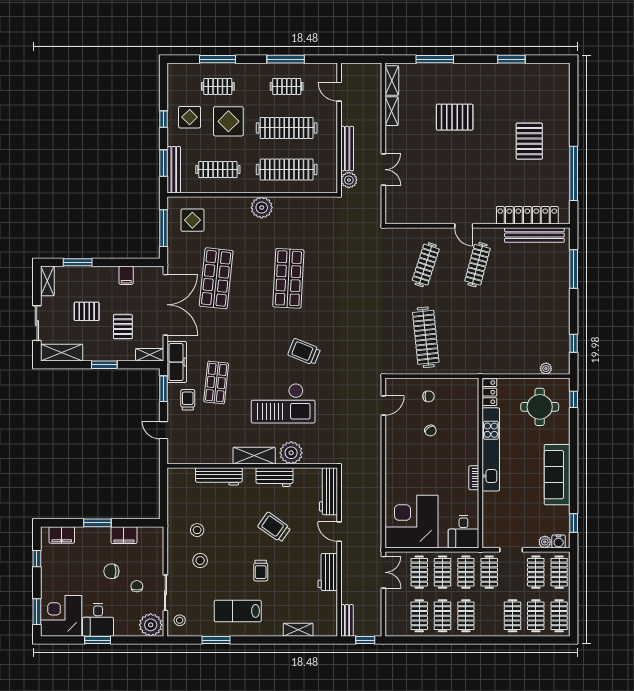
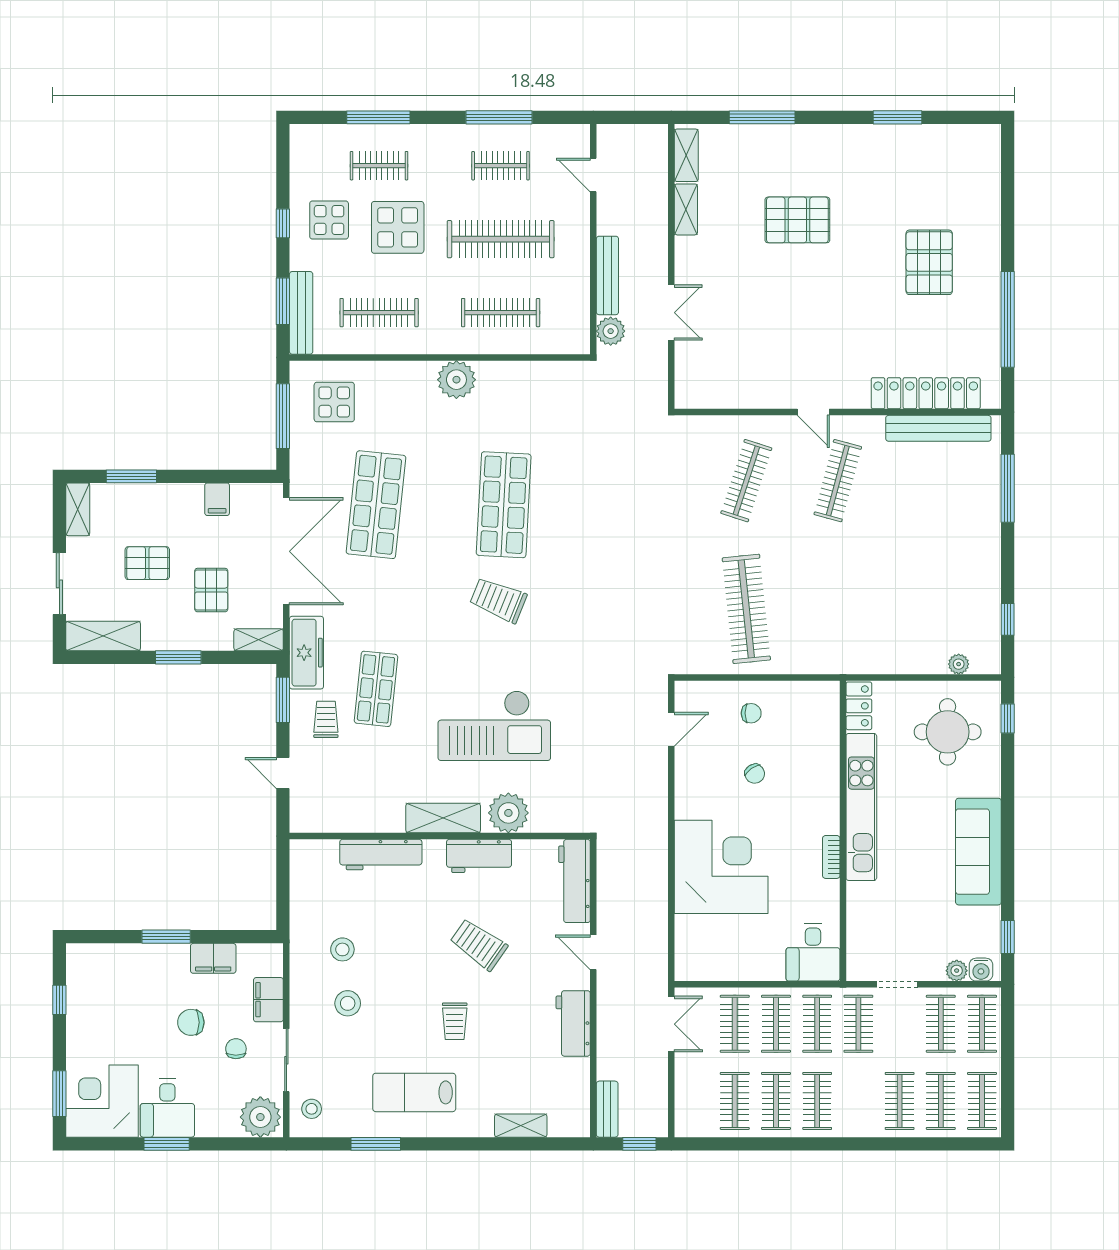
clothes rail: (287, 170) -> (501, 313), width x0.73, depth x0.76
trolley: (304, 352) -> (498, 600), moved
corner desk: (412, 522) -> (721, 867), moved, turned 90
filing cabinet: (62, 535) -> (268, 1000), moved, turned 90

